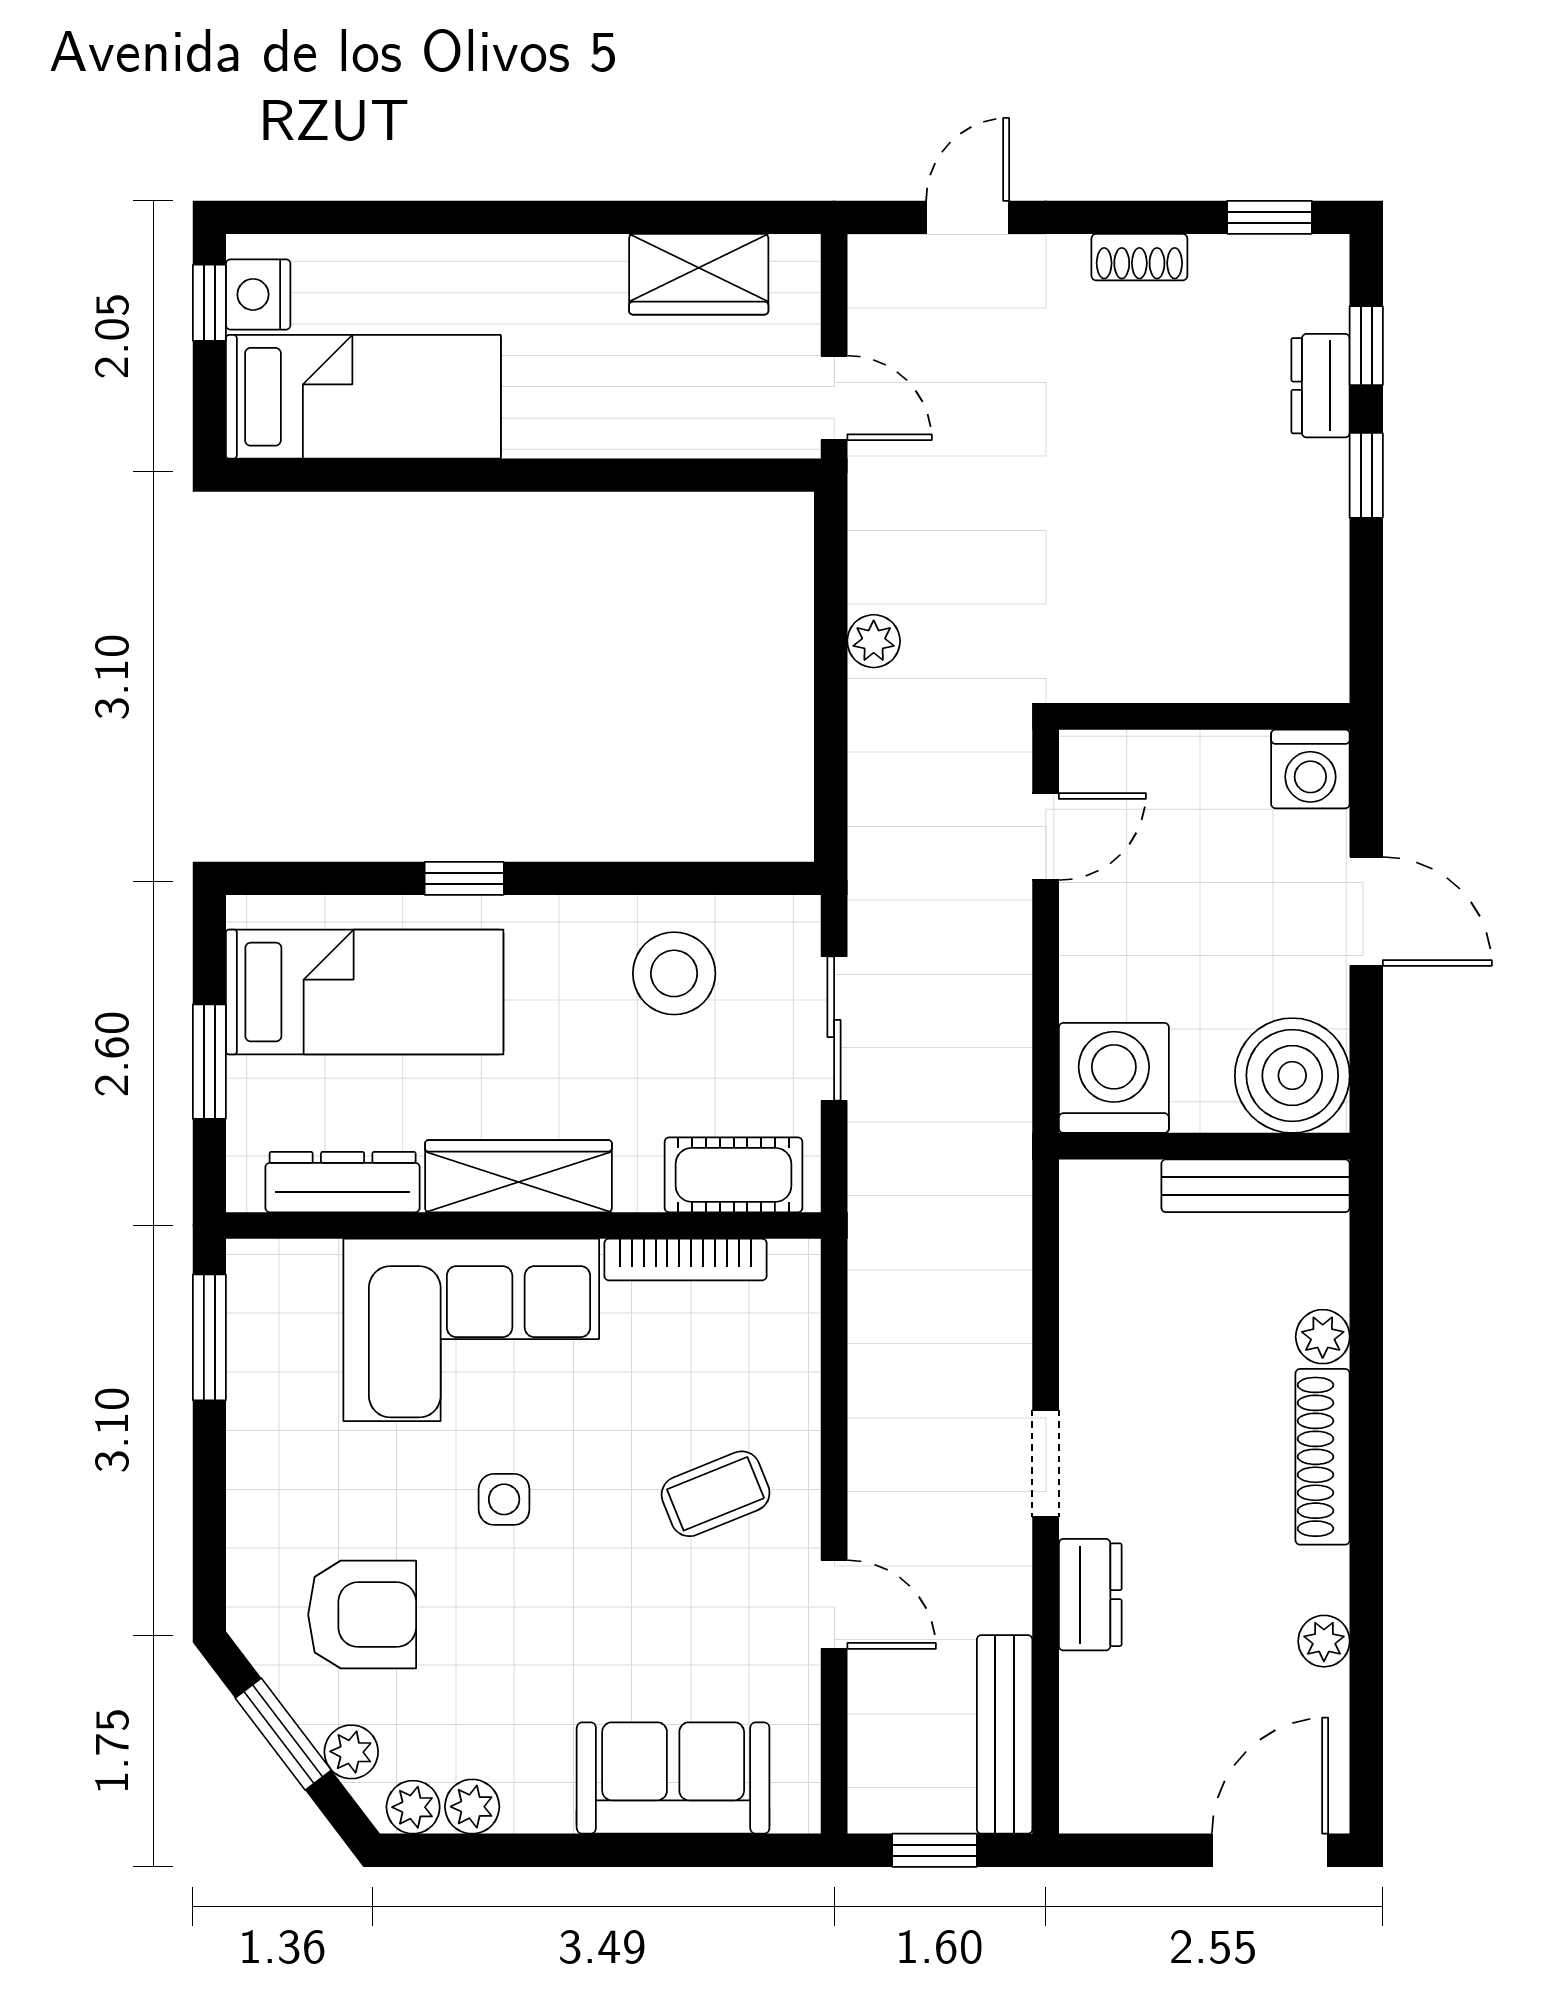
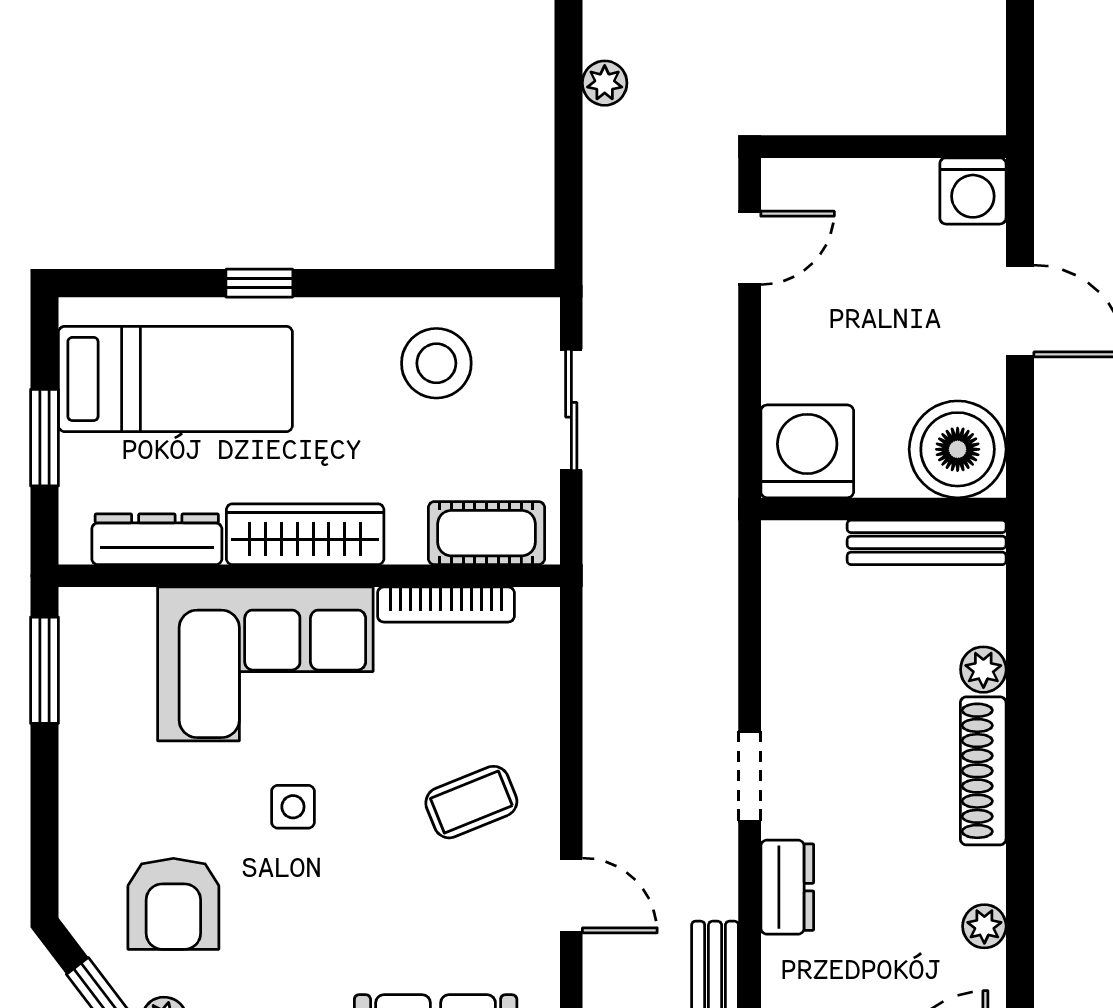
armchair: (362, 1615) -> (173, 904), turned 90

